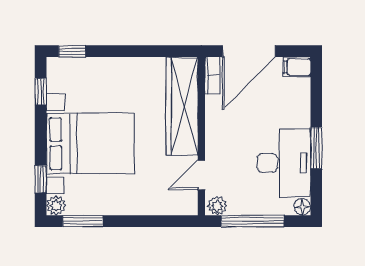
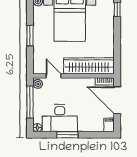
window: (83, 221) -> (30, 36), moved

